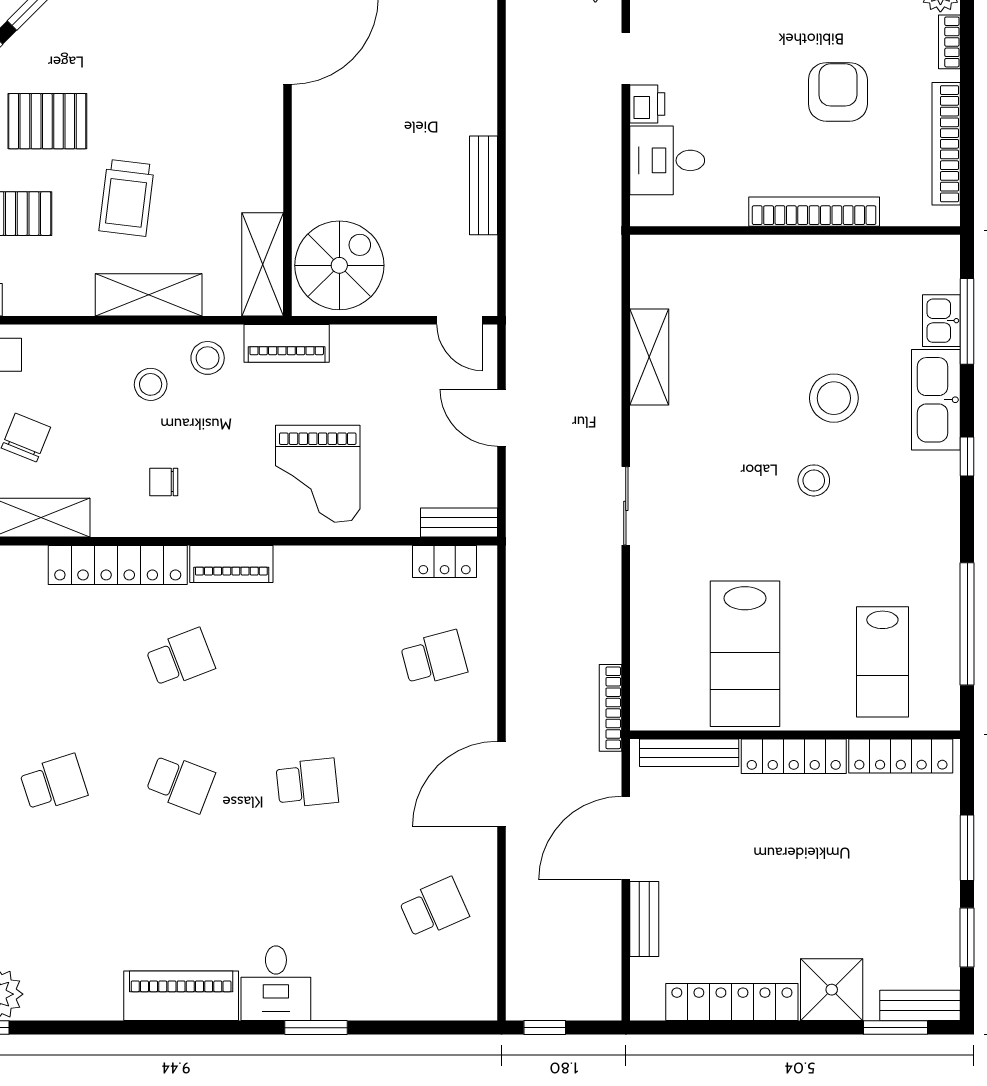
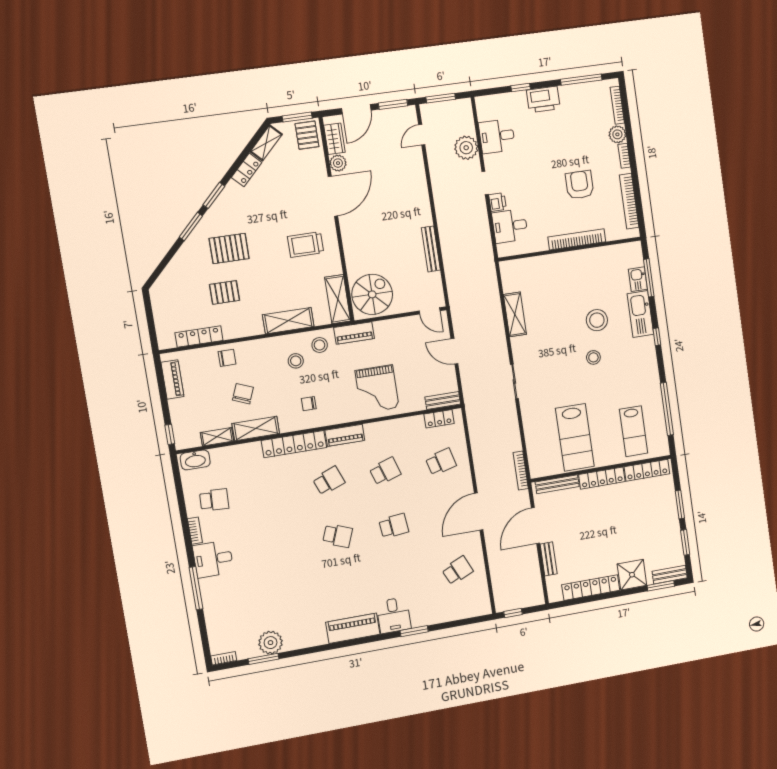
trolley: (127, 198) -> (306, 245), moved, turned 83
school desk: (54, 783) -> (385, 471), moved

